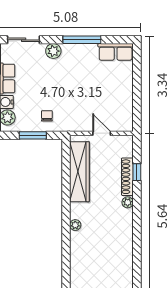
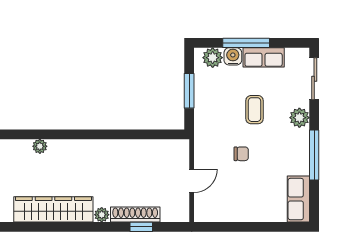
coffee table: (47, 85) -> (255, 110), added
chair: (47, 116) -> (241, 154), moved
wardrobe: (79, 172) -> (53, 209), moved, turned 180
plant: (75, 225) -> (40, 146), moved

